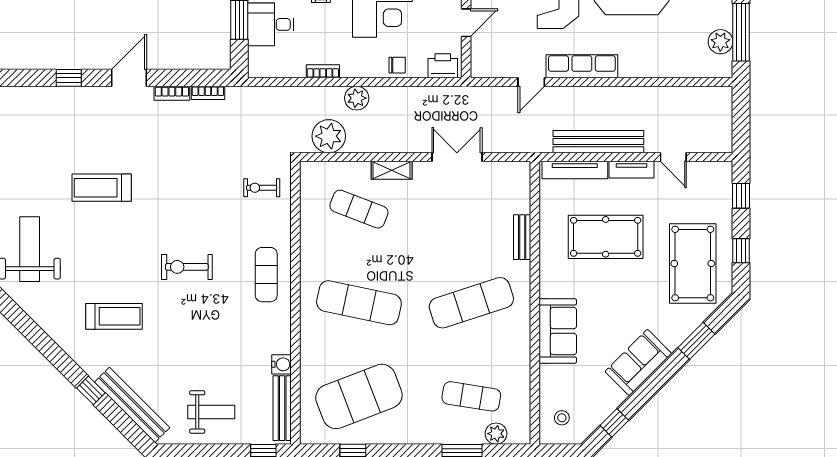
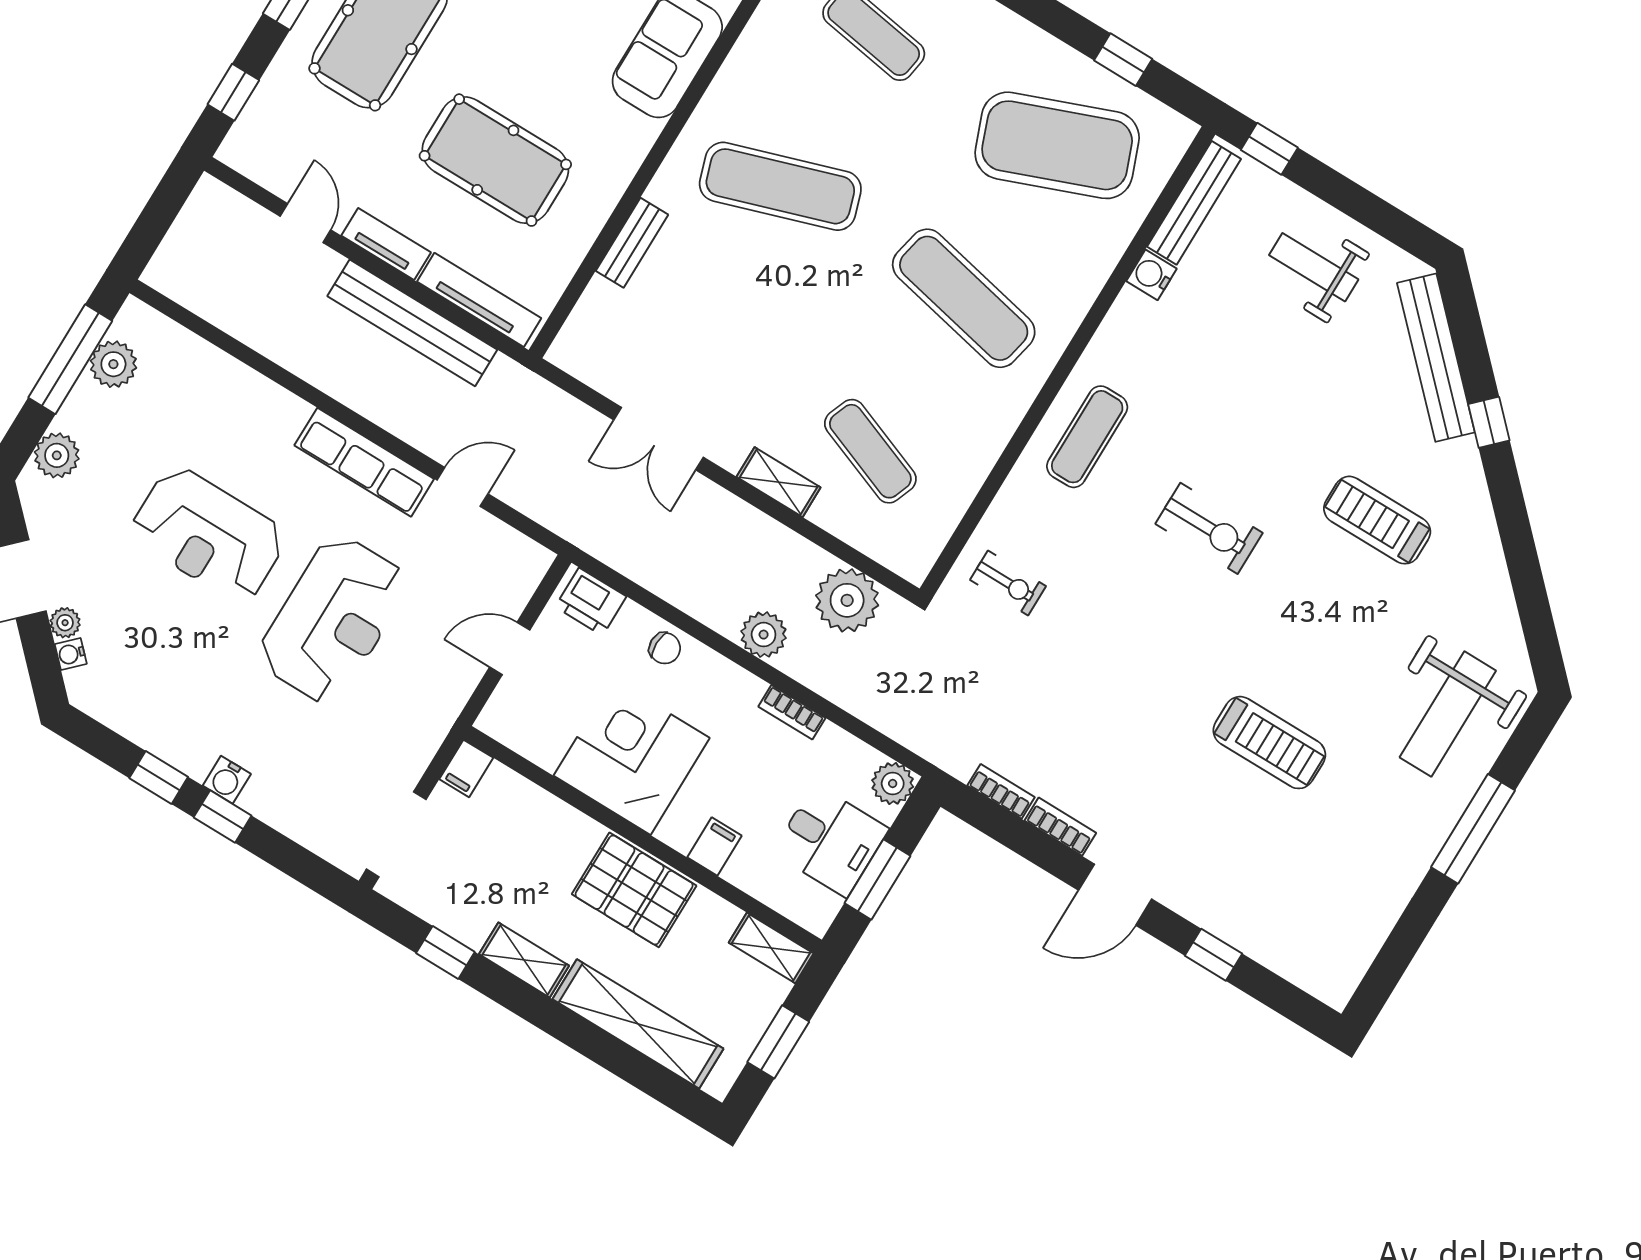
chair: (397, 65) -> (665, 648), turned 180
plant: (259, 67) -> (893, 783), added

